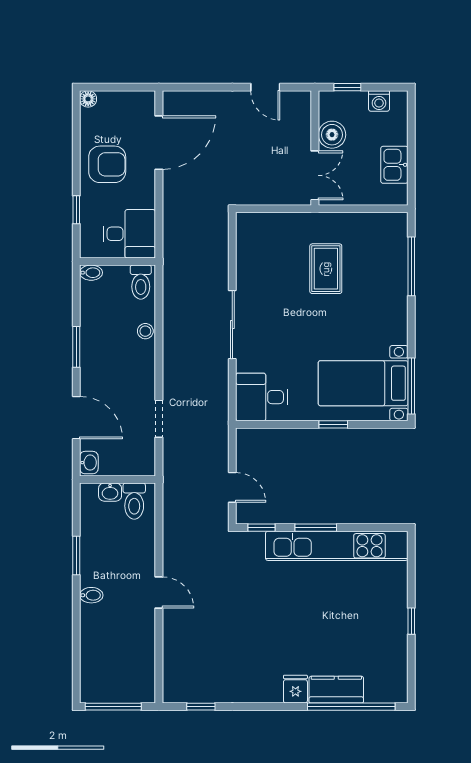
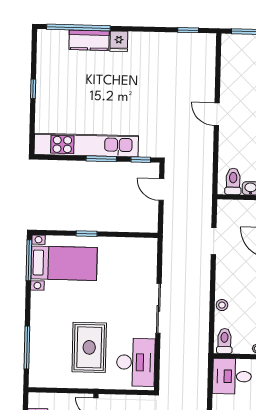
rug: (326, 269) -> (89, 347), width x1.36, depth x1.43
desk: (262, 397) -> (136, 362), moved, width x1.37

